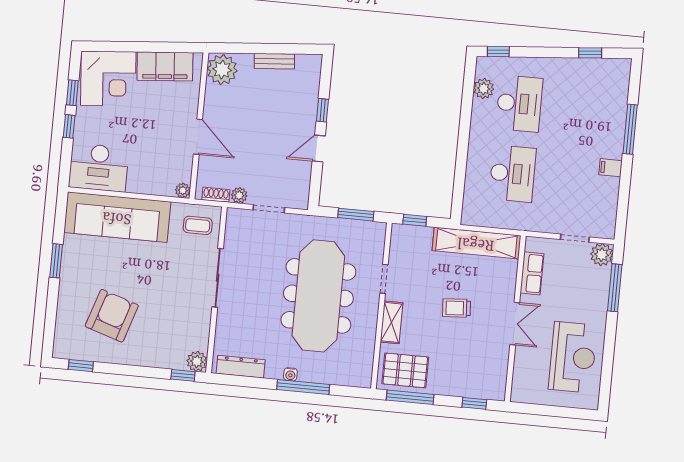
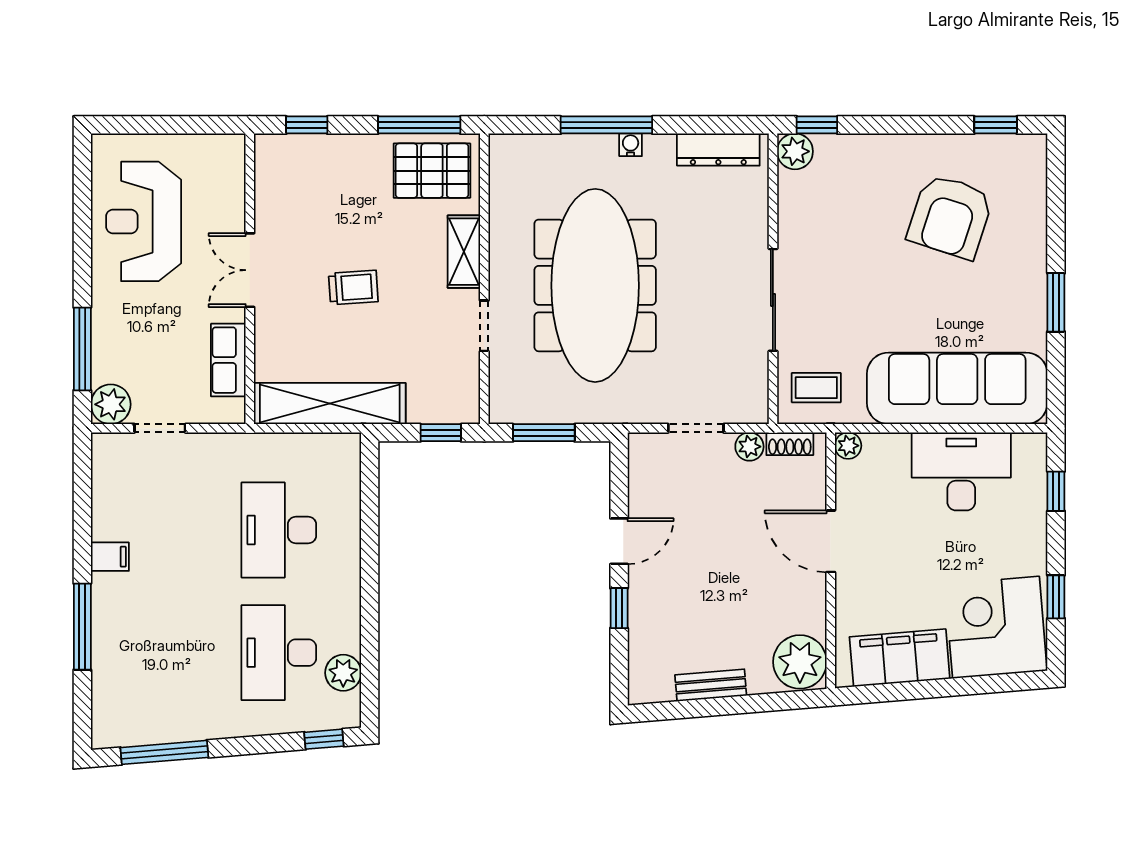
window: (590, 53) -> (164, 752), width x2.17
window: (69, 126) -> (1056, 491), moved
desk: (99, 168) -> (961, 471), moved

